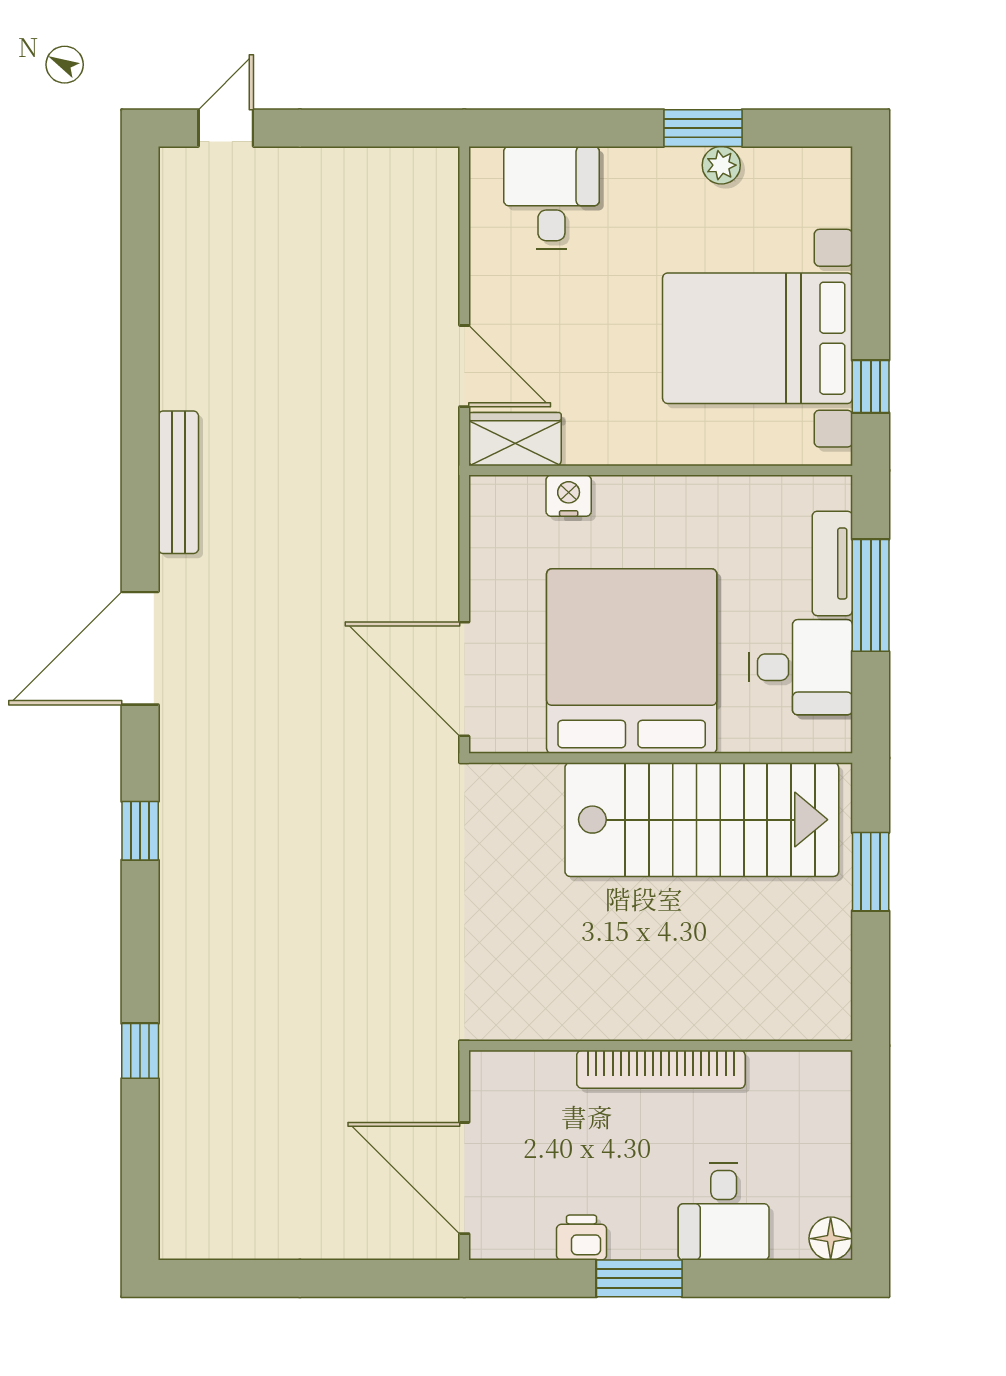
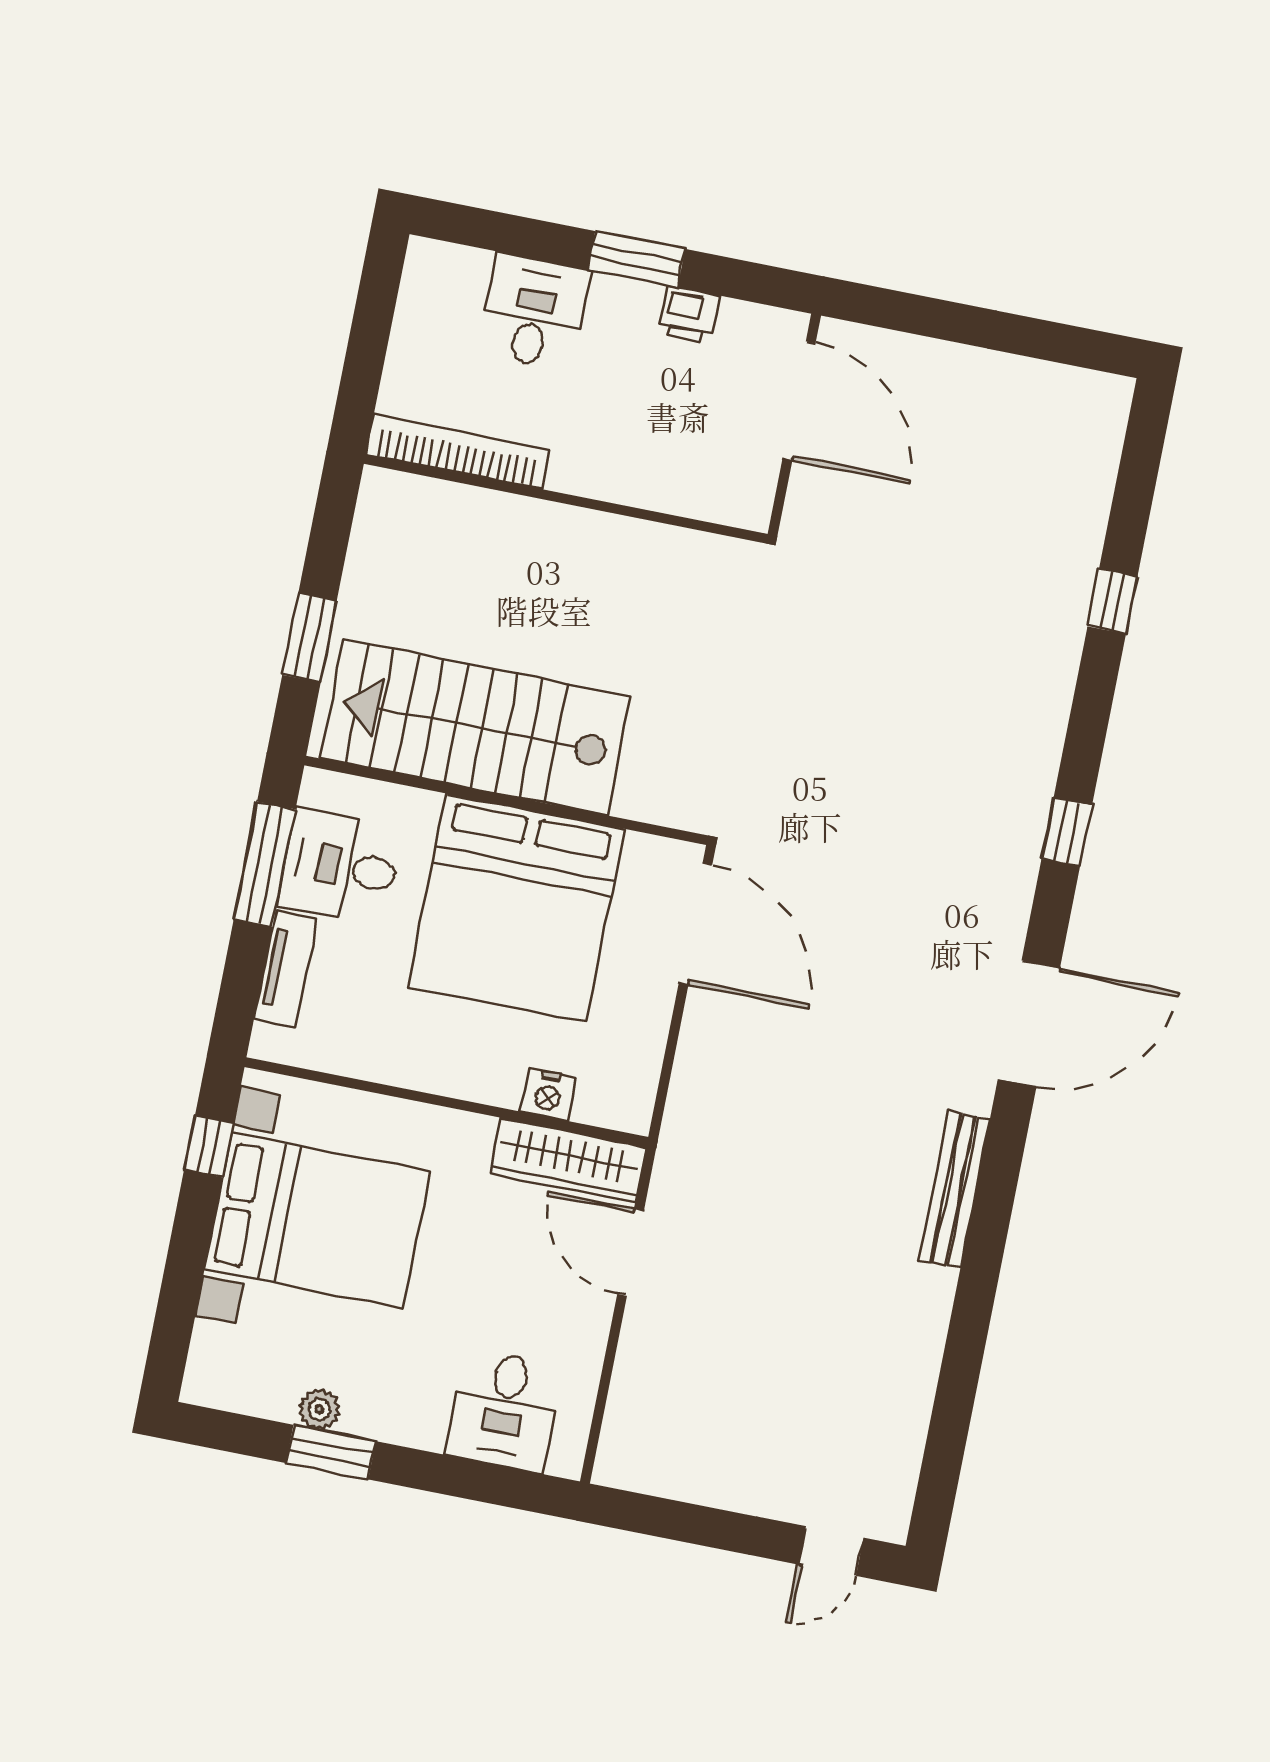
wardrobe: (515, 439) -> (568, 1160), width x1.50
window: (871, 595) -> (265, 864), moved
bookcase: (661, 1069) -> (458, 452), moved
floor lamp: (831, 1239) -> (427, 261), removed

